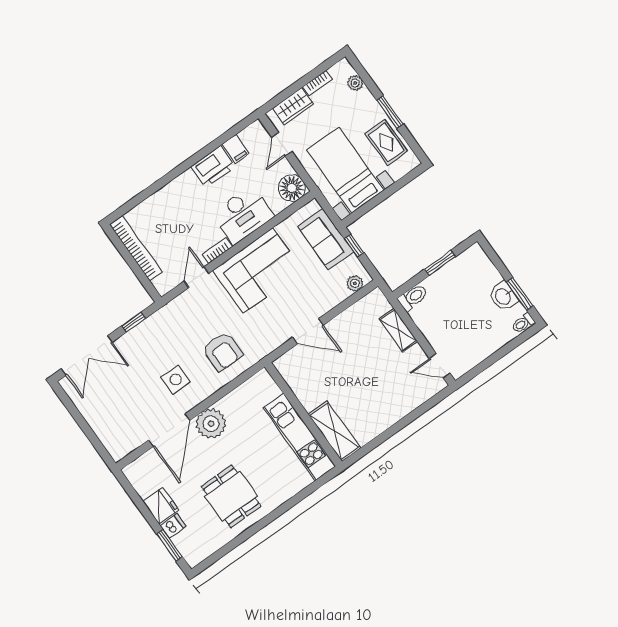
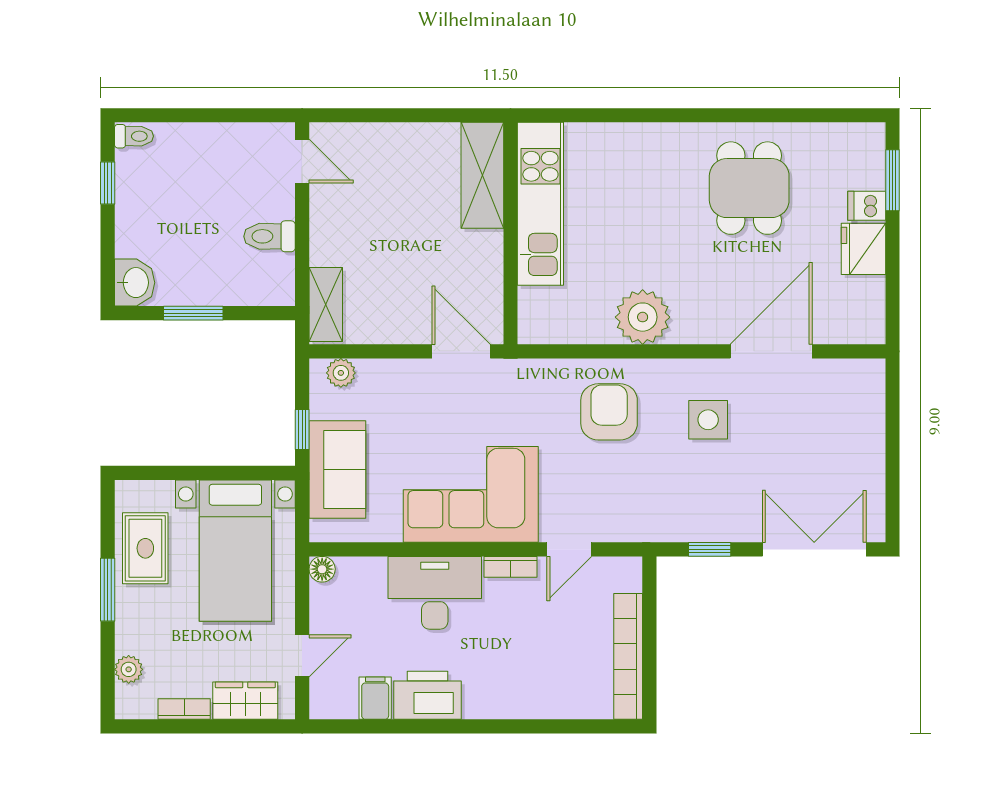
floor lamp: (292, 188) -> (322, 569), width x0.53, depth x0.53
window: (520, 294) -> (108, 183), width x0.67
washbasin: (503, 296) -> (135, 283), moved
toilet: (413, 297) -> (270, 236), moved
shelving: (398, 330) -> (326, 305), moved
wall: (303, 414) -> (511, 233), moved
plant: (211, 424) -> (643, 317), moved
shelving: (334, 431) -> (482, 175), moved
kitchen unit: (299, 437) -> (540, 204), moved

